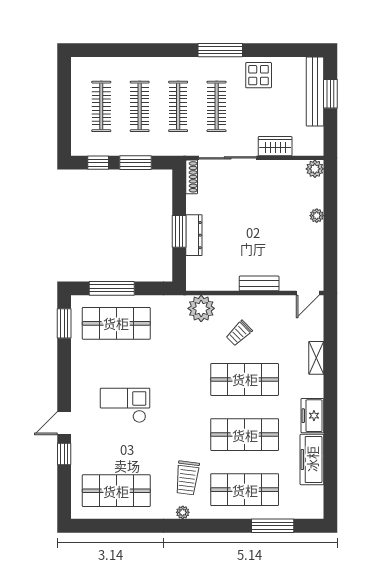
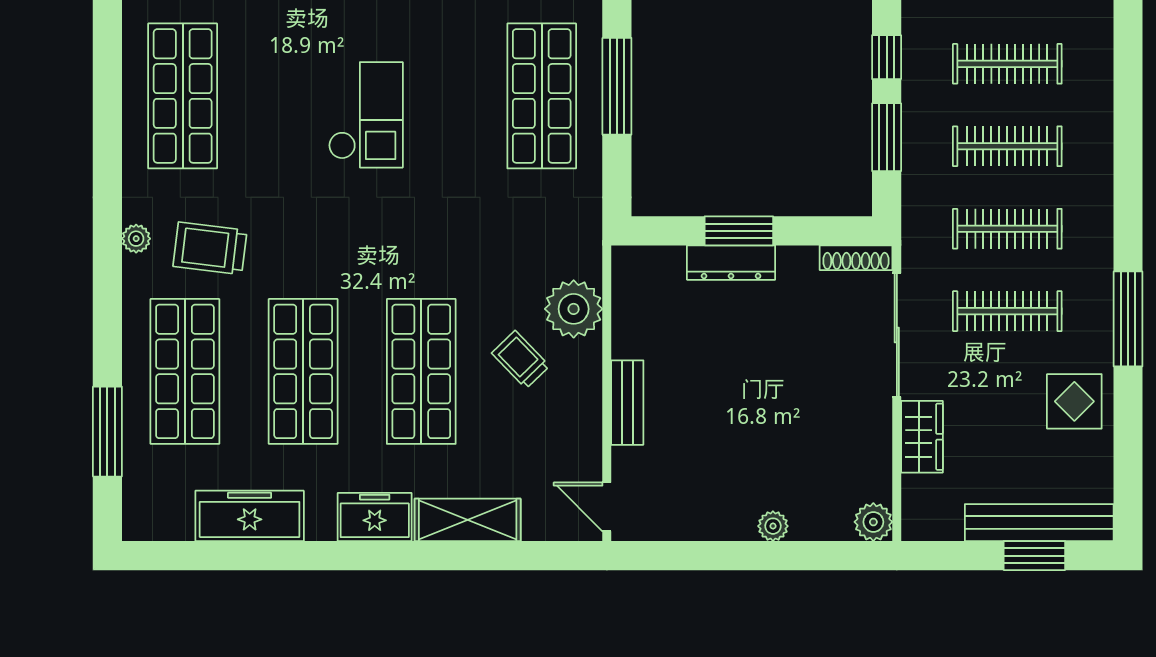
plant: (201, 308) -> (574, 309), moved
shelving: (316, 358) -> (468, 520), width x1.50, depth x1.33
freezer: (312, 416) -> (375, 517), moved

